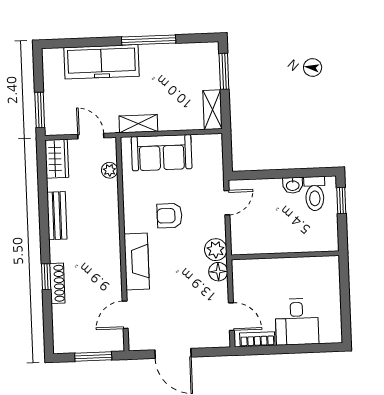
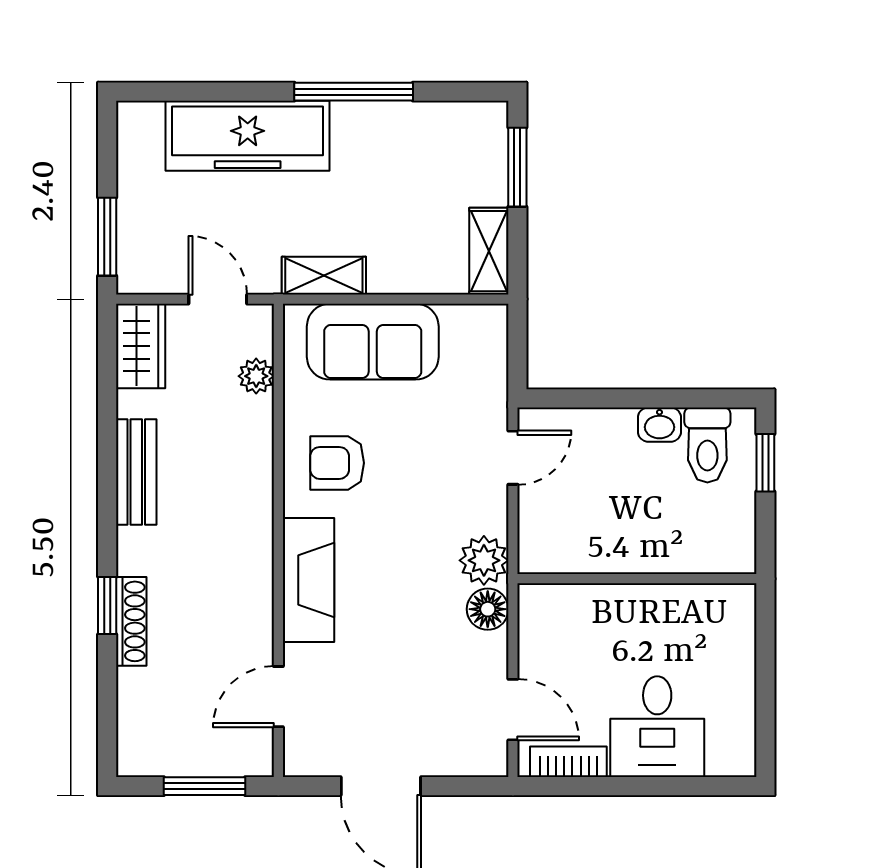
armchair: (169, 216) -> (337, 463), moved

